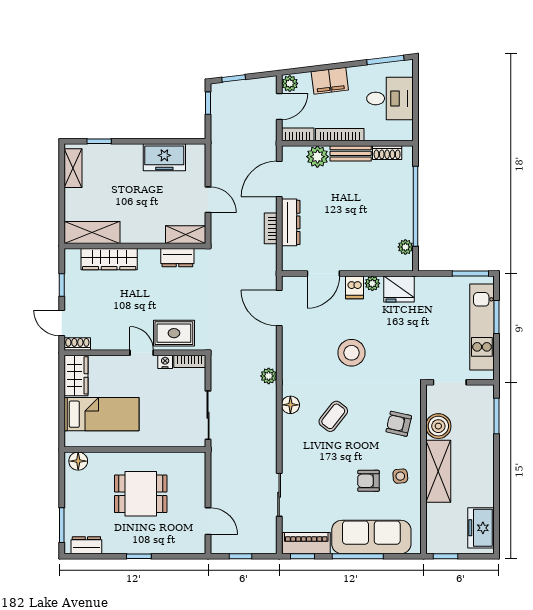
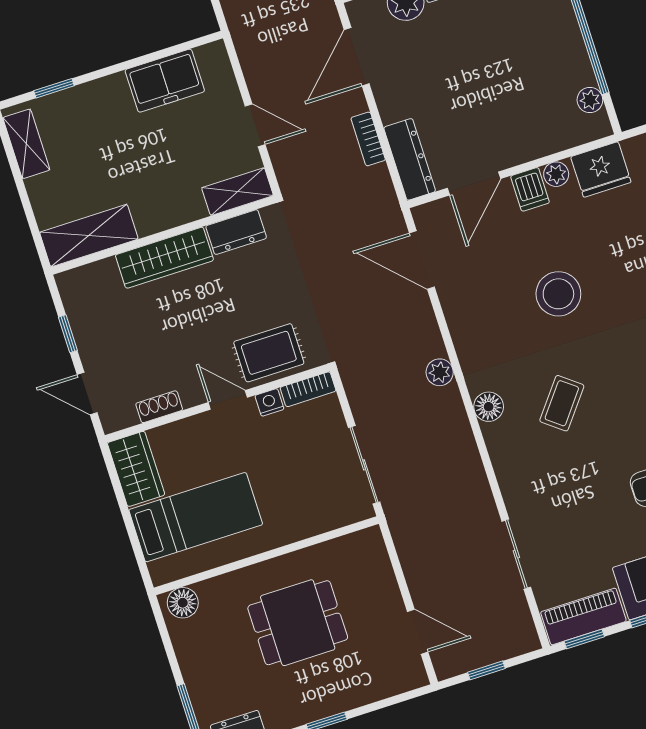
dresser: (291, 222) -> (410, 159), moved
wardrobe: (109, 259) -> (164, 258), moved
shoe rack: (77, 344) -> (159, 407), moved

